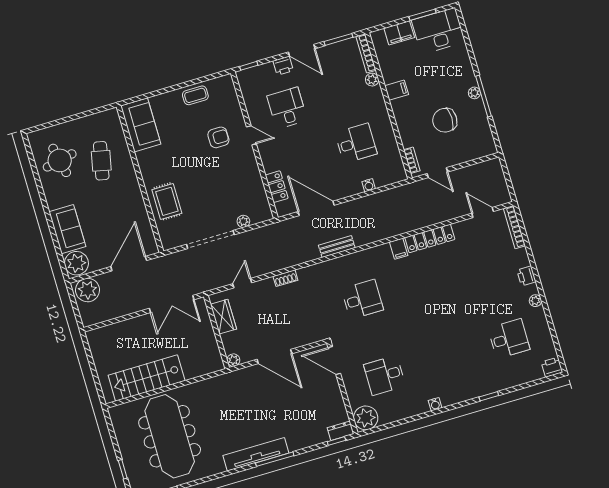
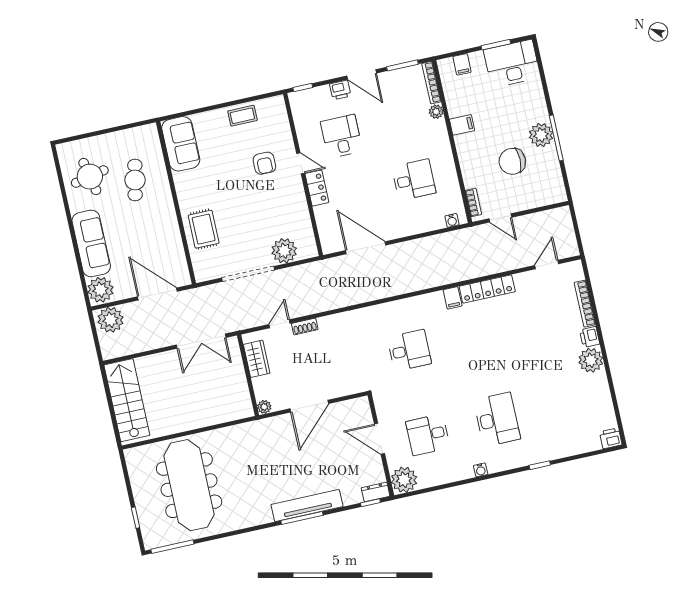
filing cabinet: (399, 33) -> (462, 64), width x0.50
plant: (474, 93) -> (541, 135), width x1.87, depth x1.87
armchair: (218, 137) -> (264, 163), turned 90
water cooler: (369, 185) -> (452, 220), moved
locker: (277, 187) -> (317, 188), moved
door: (483, 212) -> (547, 265), hinge flipped
plant: (243, 221) -> (284, 251), width x1.88, depth x1.88
bookcase: (514, 227) -> (585, 304), moved
sofa: (67, 229) -> (91, 243), width x1.36
bench: (337, 247) -> (385, 291), removed
door: (129, 264) -> (157, 294), hinge flipped
shoe rack: (285, 278) -> (305, 327), moved
plant: (535, 301) -> (591, 360), width x1.87, depth x1.87
desk: (509, 339) -> (497, 419), moved, width x1.37
door: (274, 357) -> (309, 406), hinge flipped
door: (334, 360) -> (379, 439), moved
stairs: (147, 378) -> (127, 400), moved, turned 90
tv unit: (256, 454) -> (307, 506), moved

